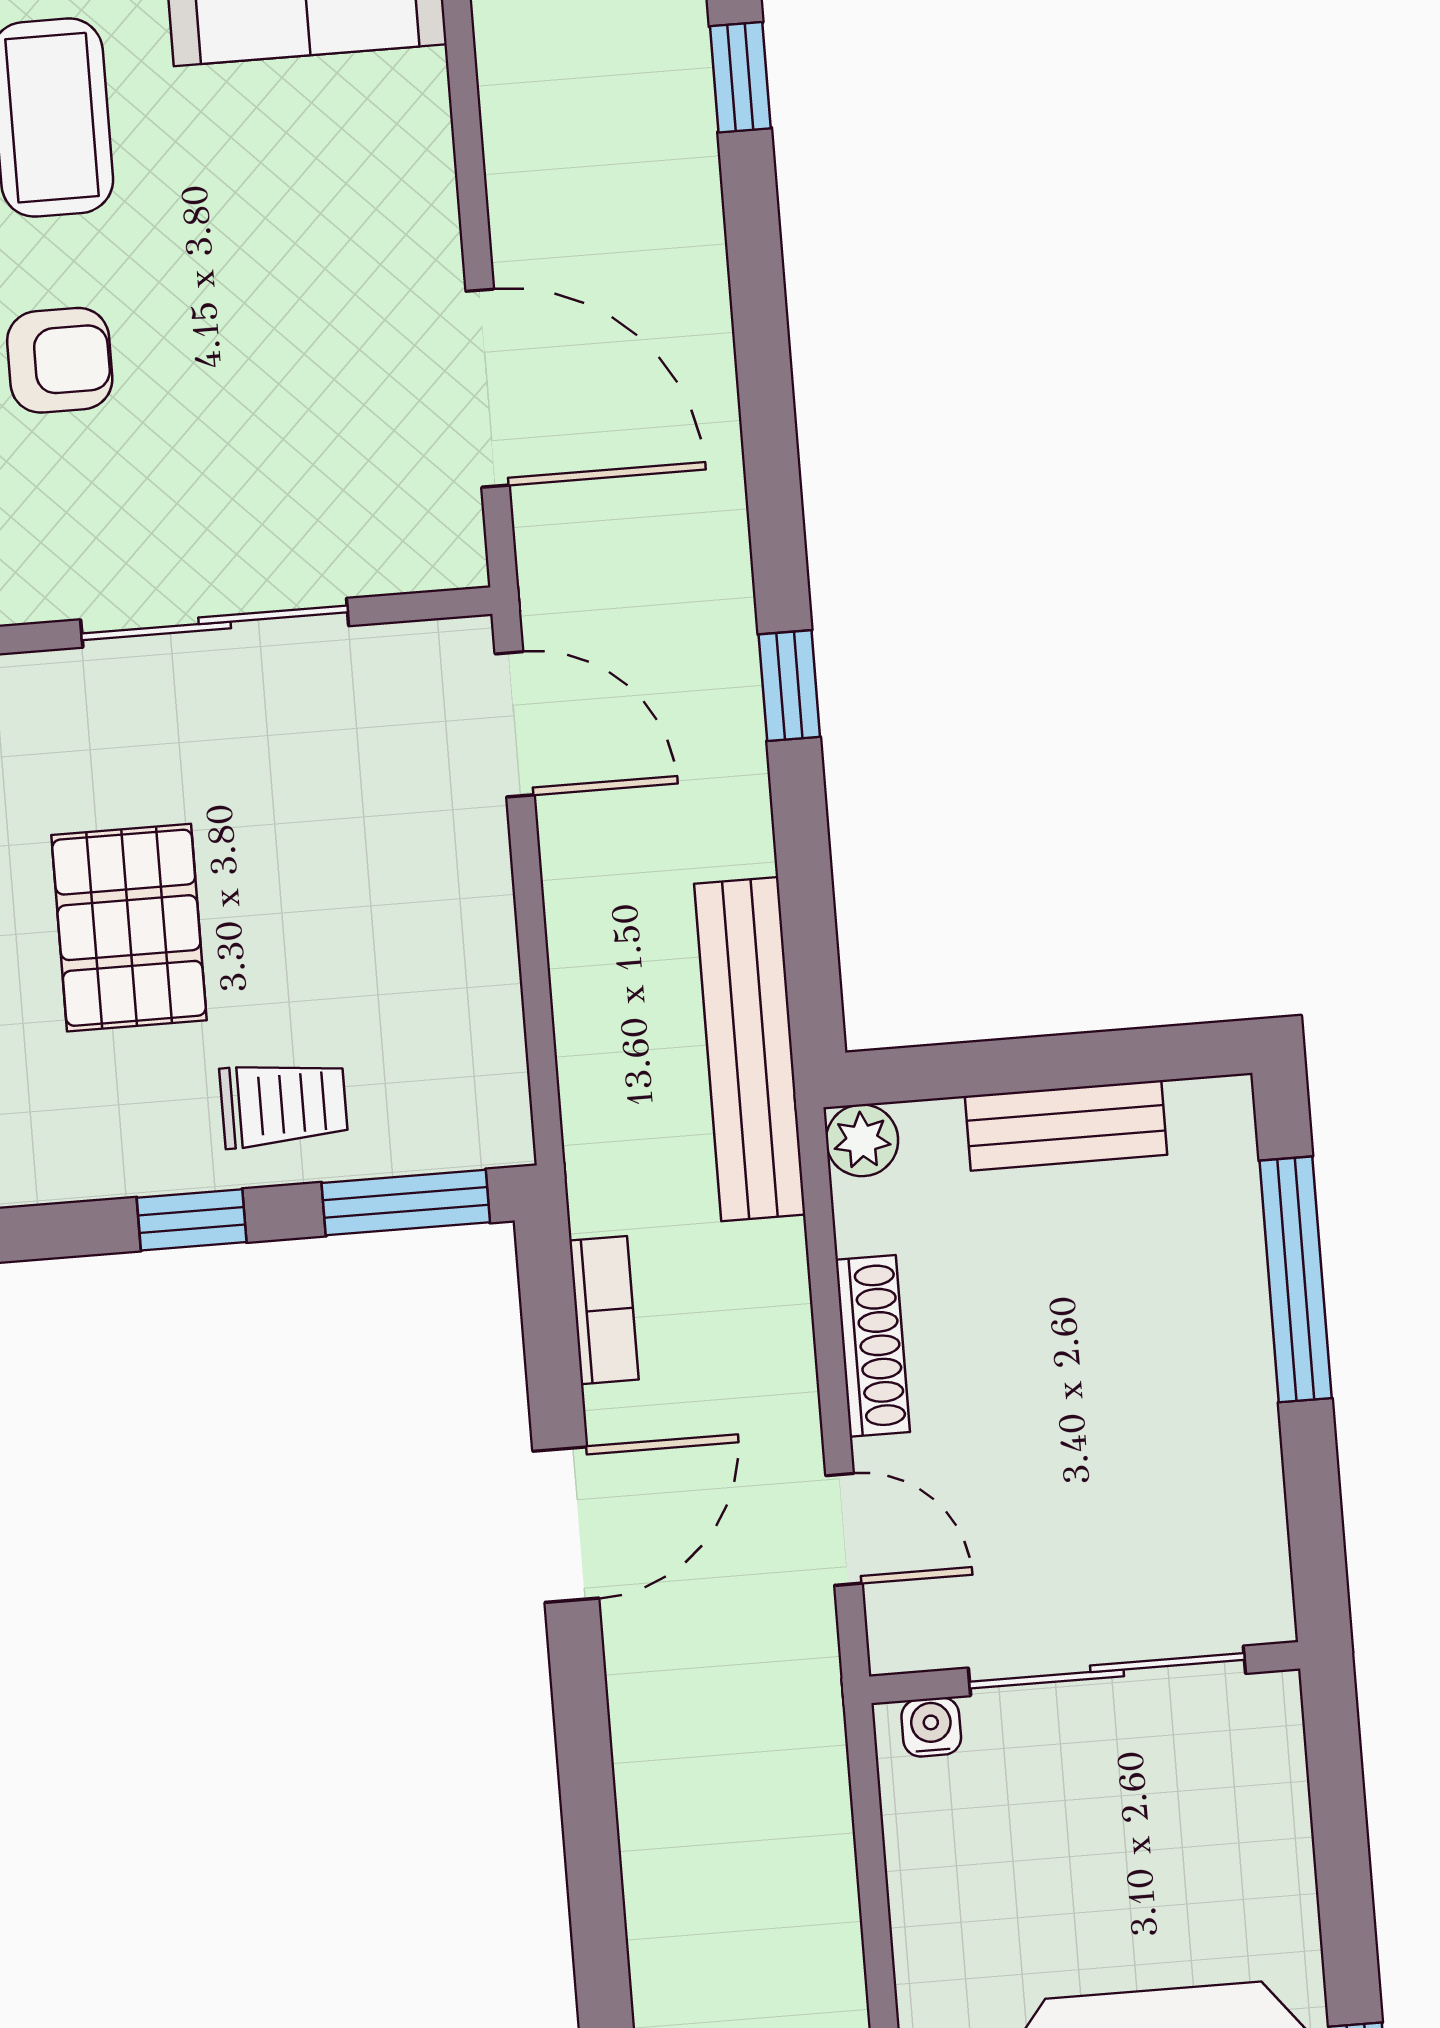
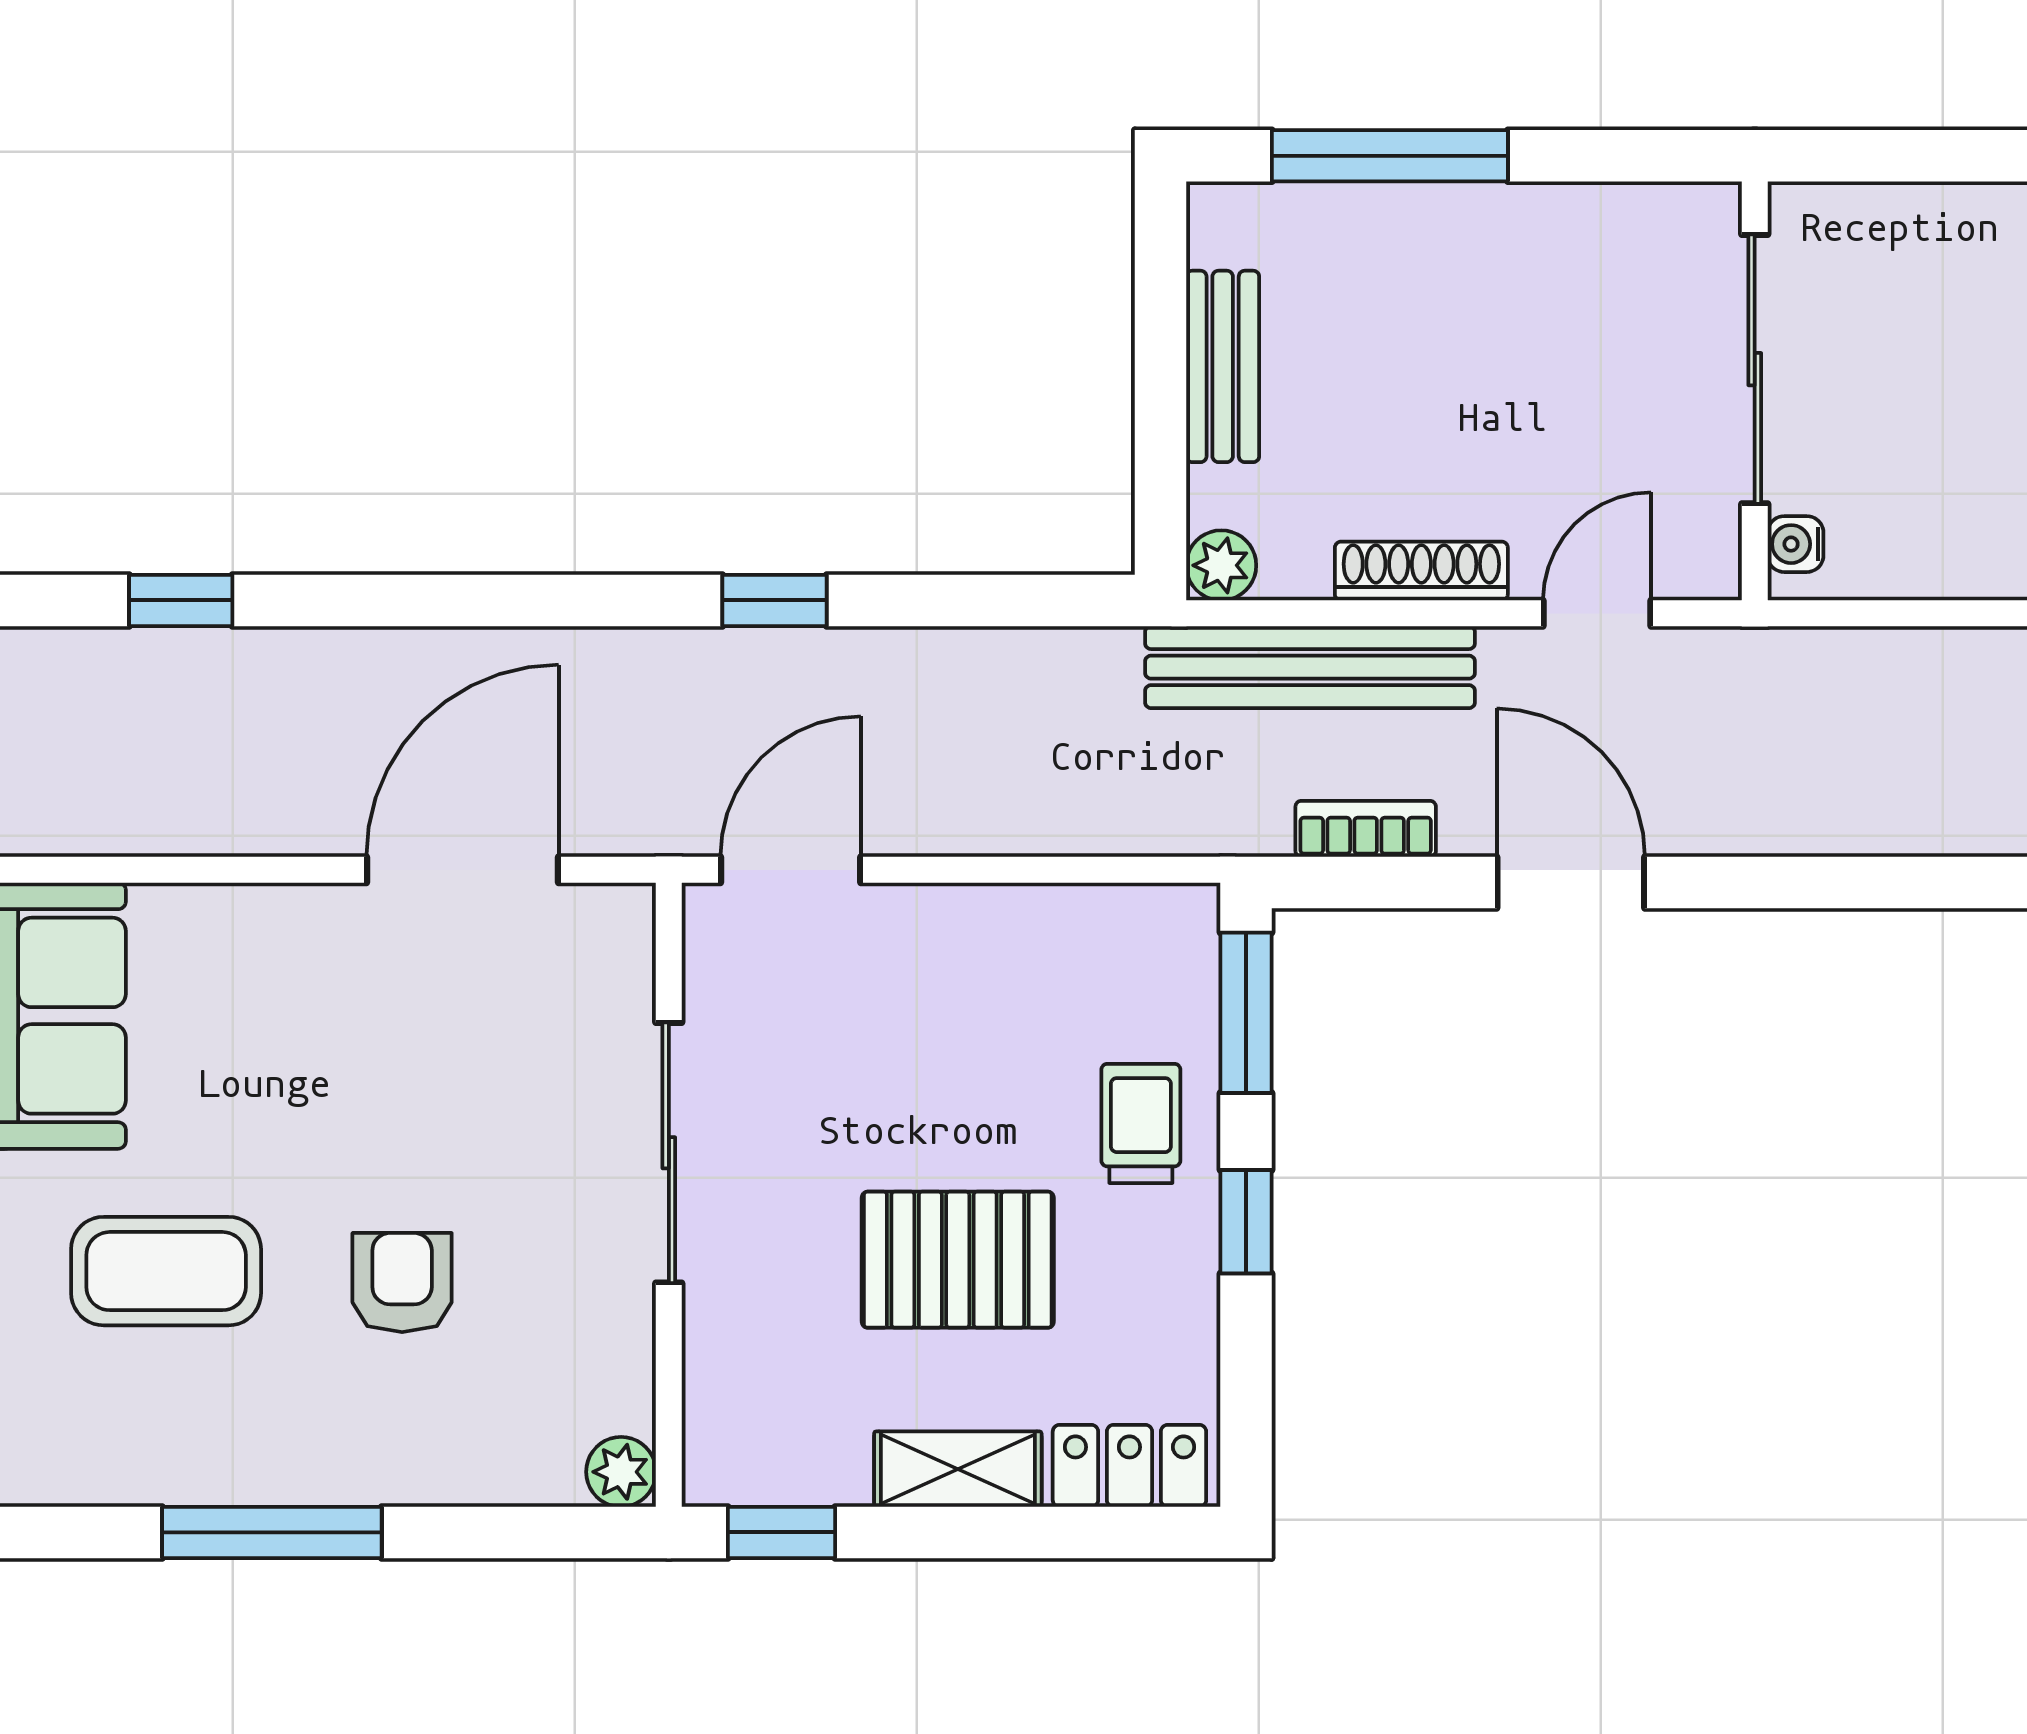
bench: (750, 1049) -> (1310, 667), moved

